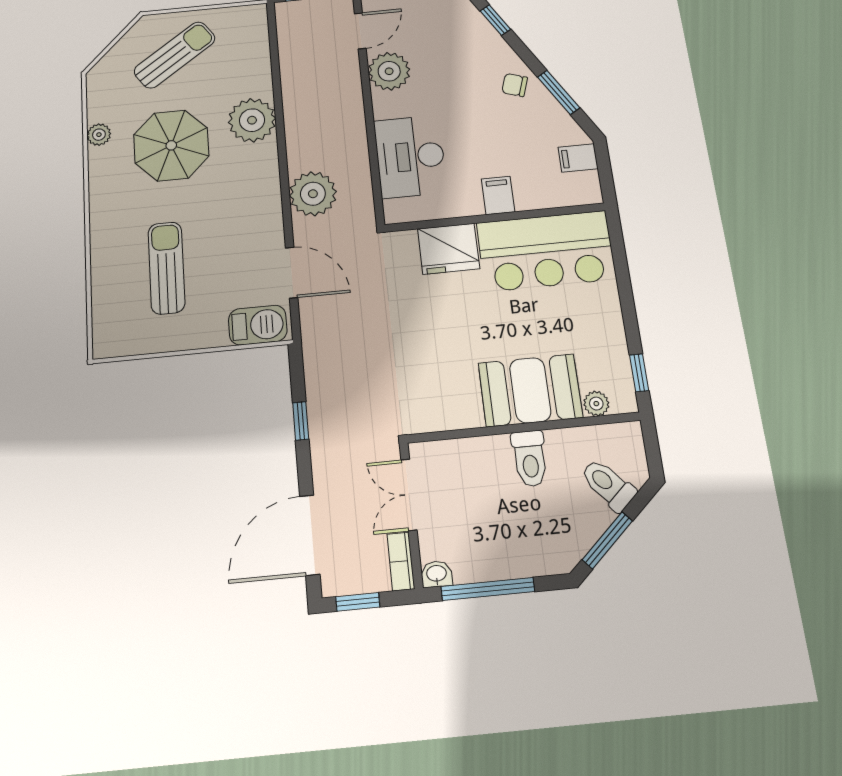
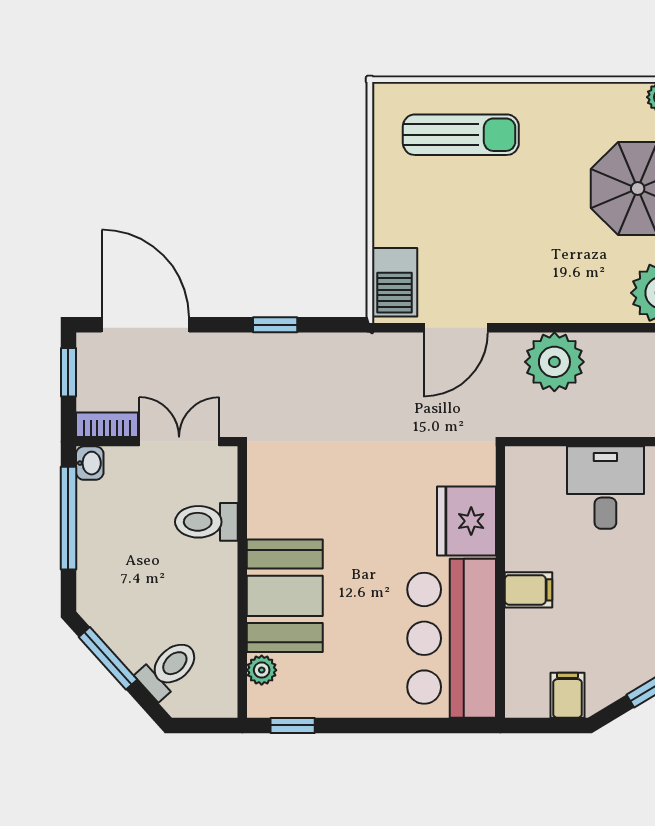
desk: (410, 157) -> (605, 488), width x0.73
sun lounger: (166, 268) -> (461, 135), moved
toilet: (530, 458) -> (206, 522), moved

